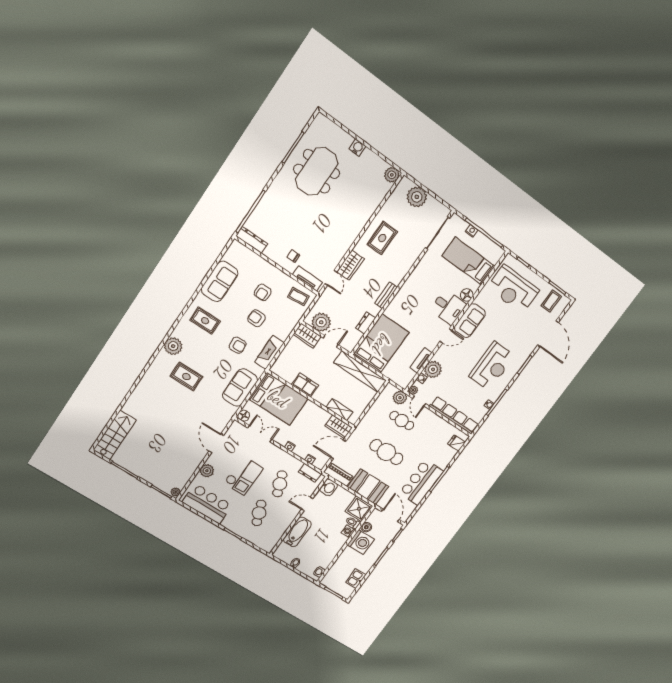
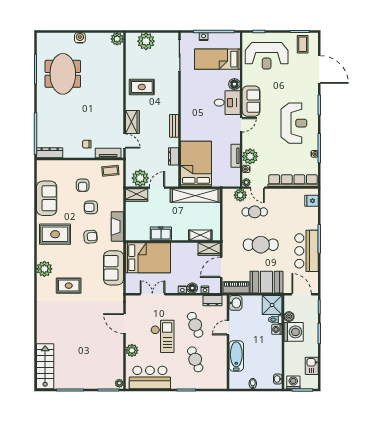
rug: (382, 238) -> (142, 87), turned 90
rug: (205, 321) -> (55, 234), width x1.36, depth x1.43
floor lamp: (244, 416) -> (192, 288), moved
washing machine: (331, 582) -> (293, 382), added

